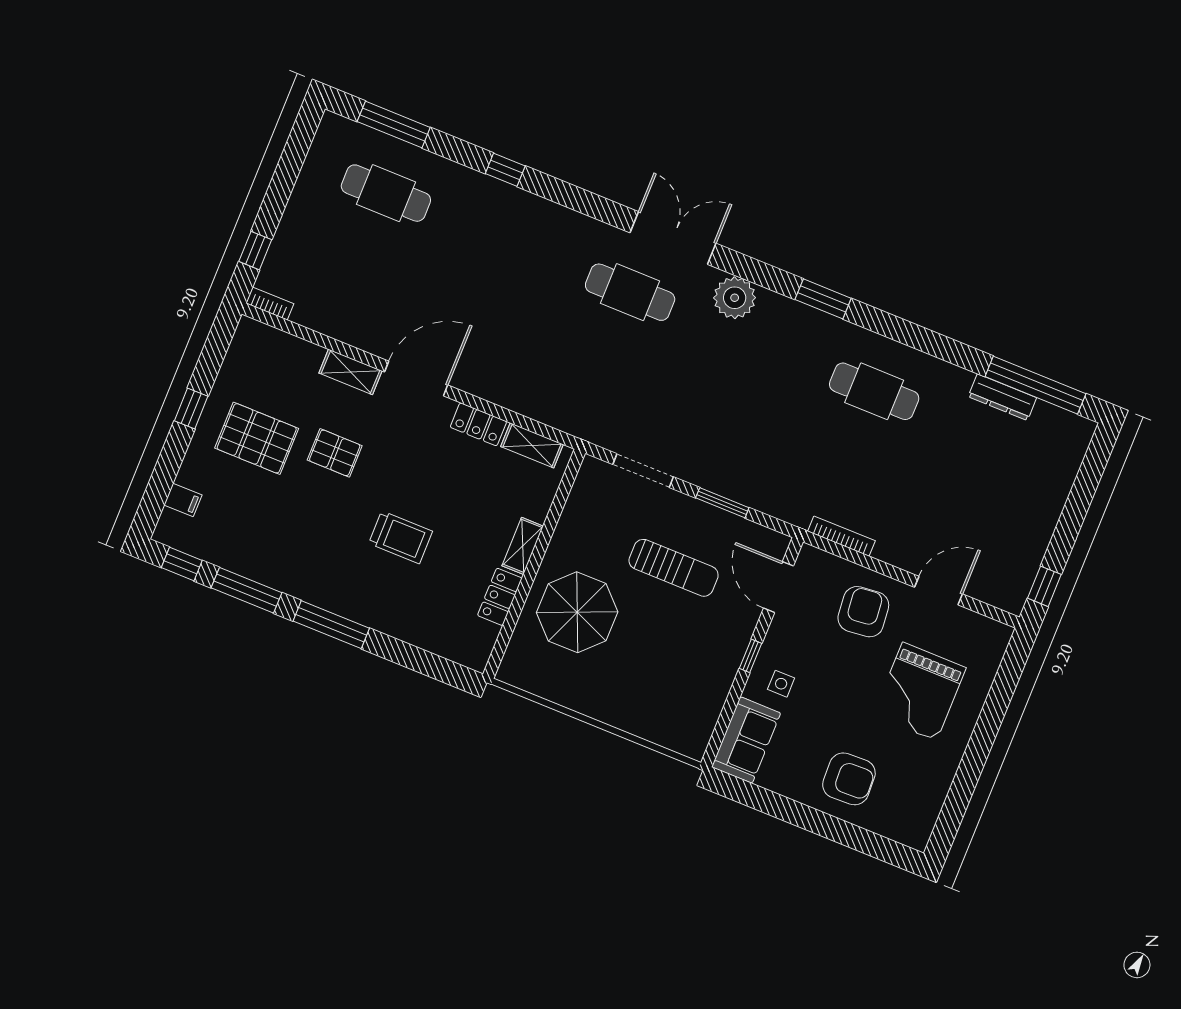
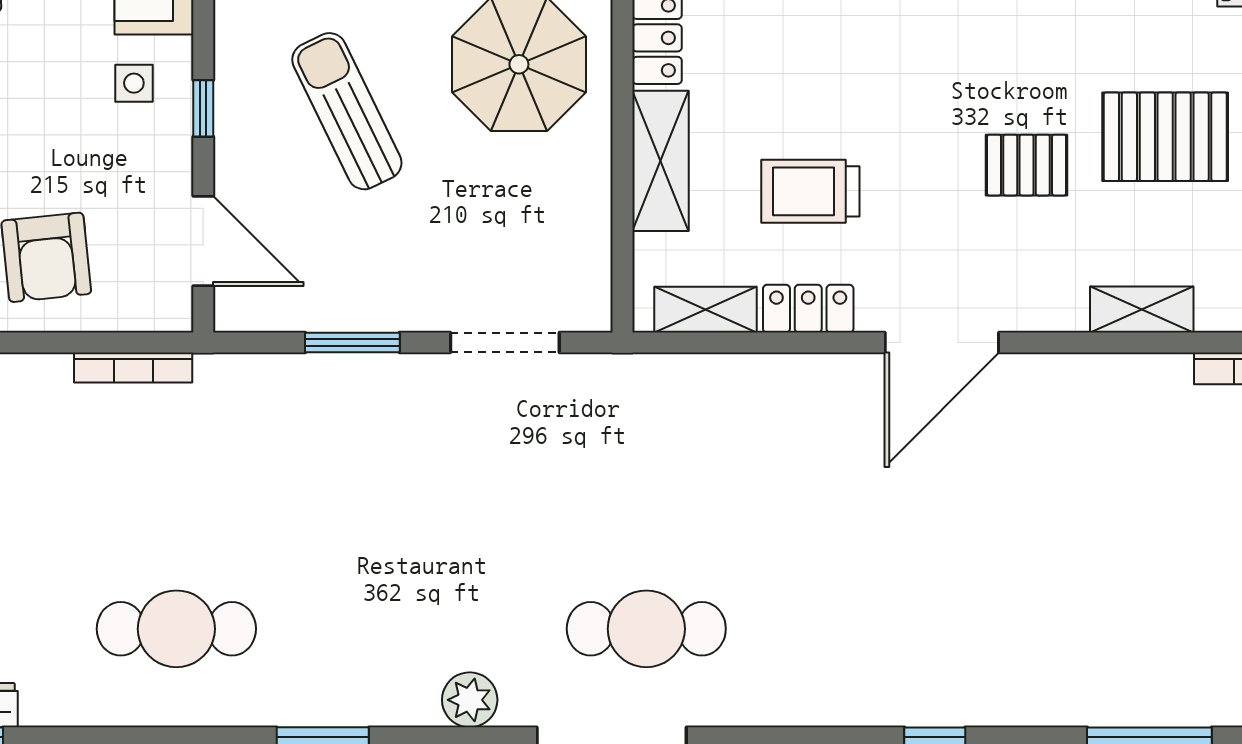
cafe table: (386, 193) -> (1116, 629), removed
plant: (735, 298) -> (470, 700), width x0.73, depth x0.73
shelving: (350, 372) -> (1142, 310), moved
trolley: (401, 537) -> (810, 191), moved
shelving: (523, 546) -> (661, 161), width x1.50, depth x1.33
sun lounger: (674, 568) -> (347, 111), moved, turned 64

